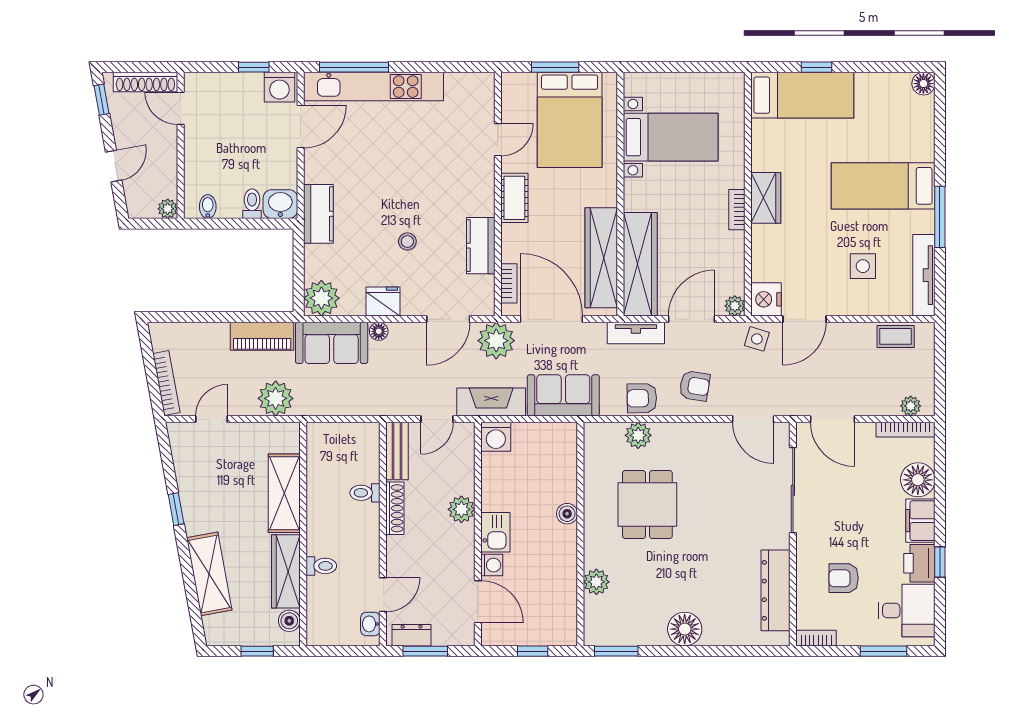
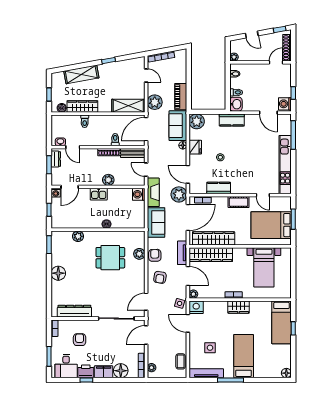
kitchen unit: (374, 87) -> (285, 165), moved
door: (340, 419) -> (146, 129), added
shelving: (284, 493) -> (128, 106), moved
washing machine: (492, 565) -> (56, 193), moved

